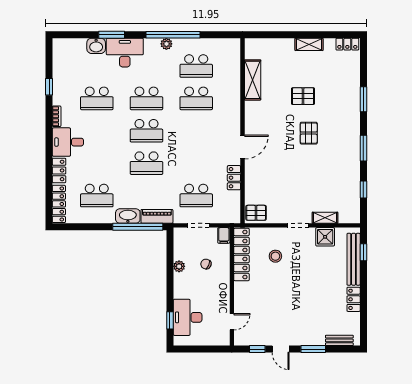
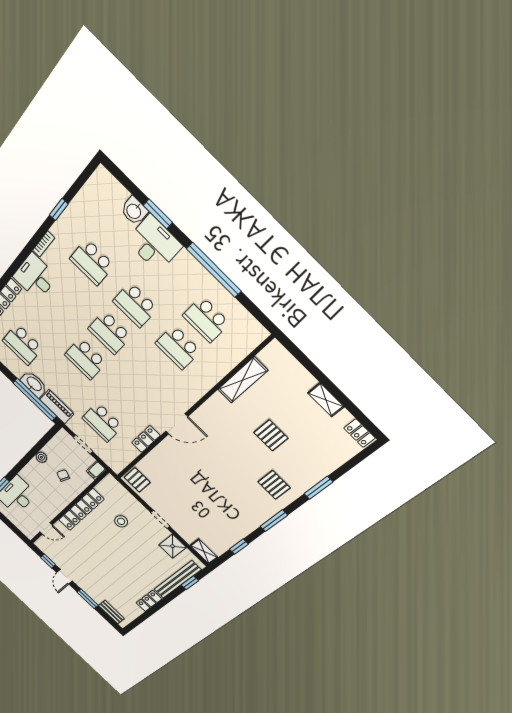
plant: (166, 44) -> (200, 273), removed
pallet: (309, 133) -> (274, 485), moved, turned 90
shelving: (325, 218) -> (204, 551), moved
locker: (241, 255) -> (81, 510), moved

